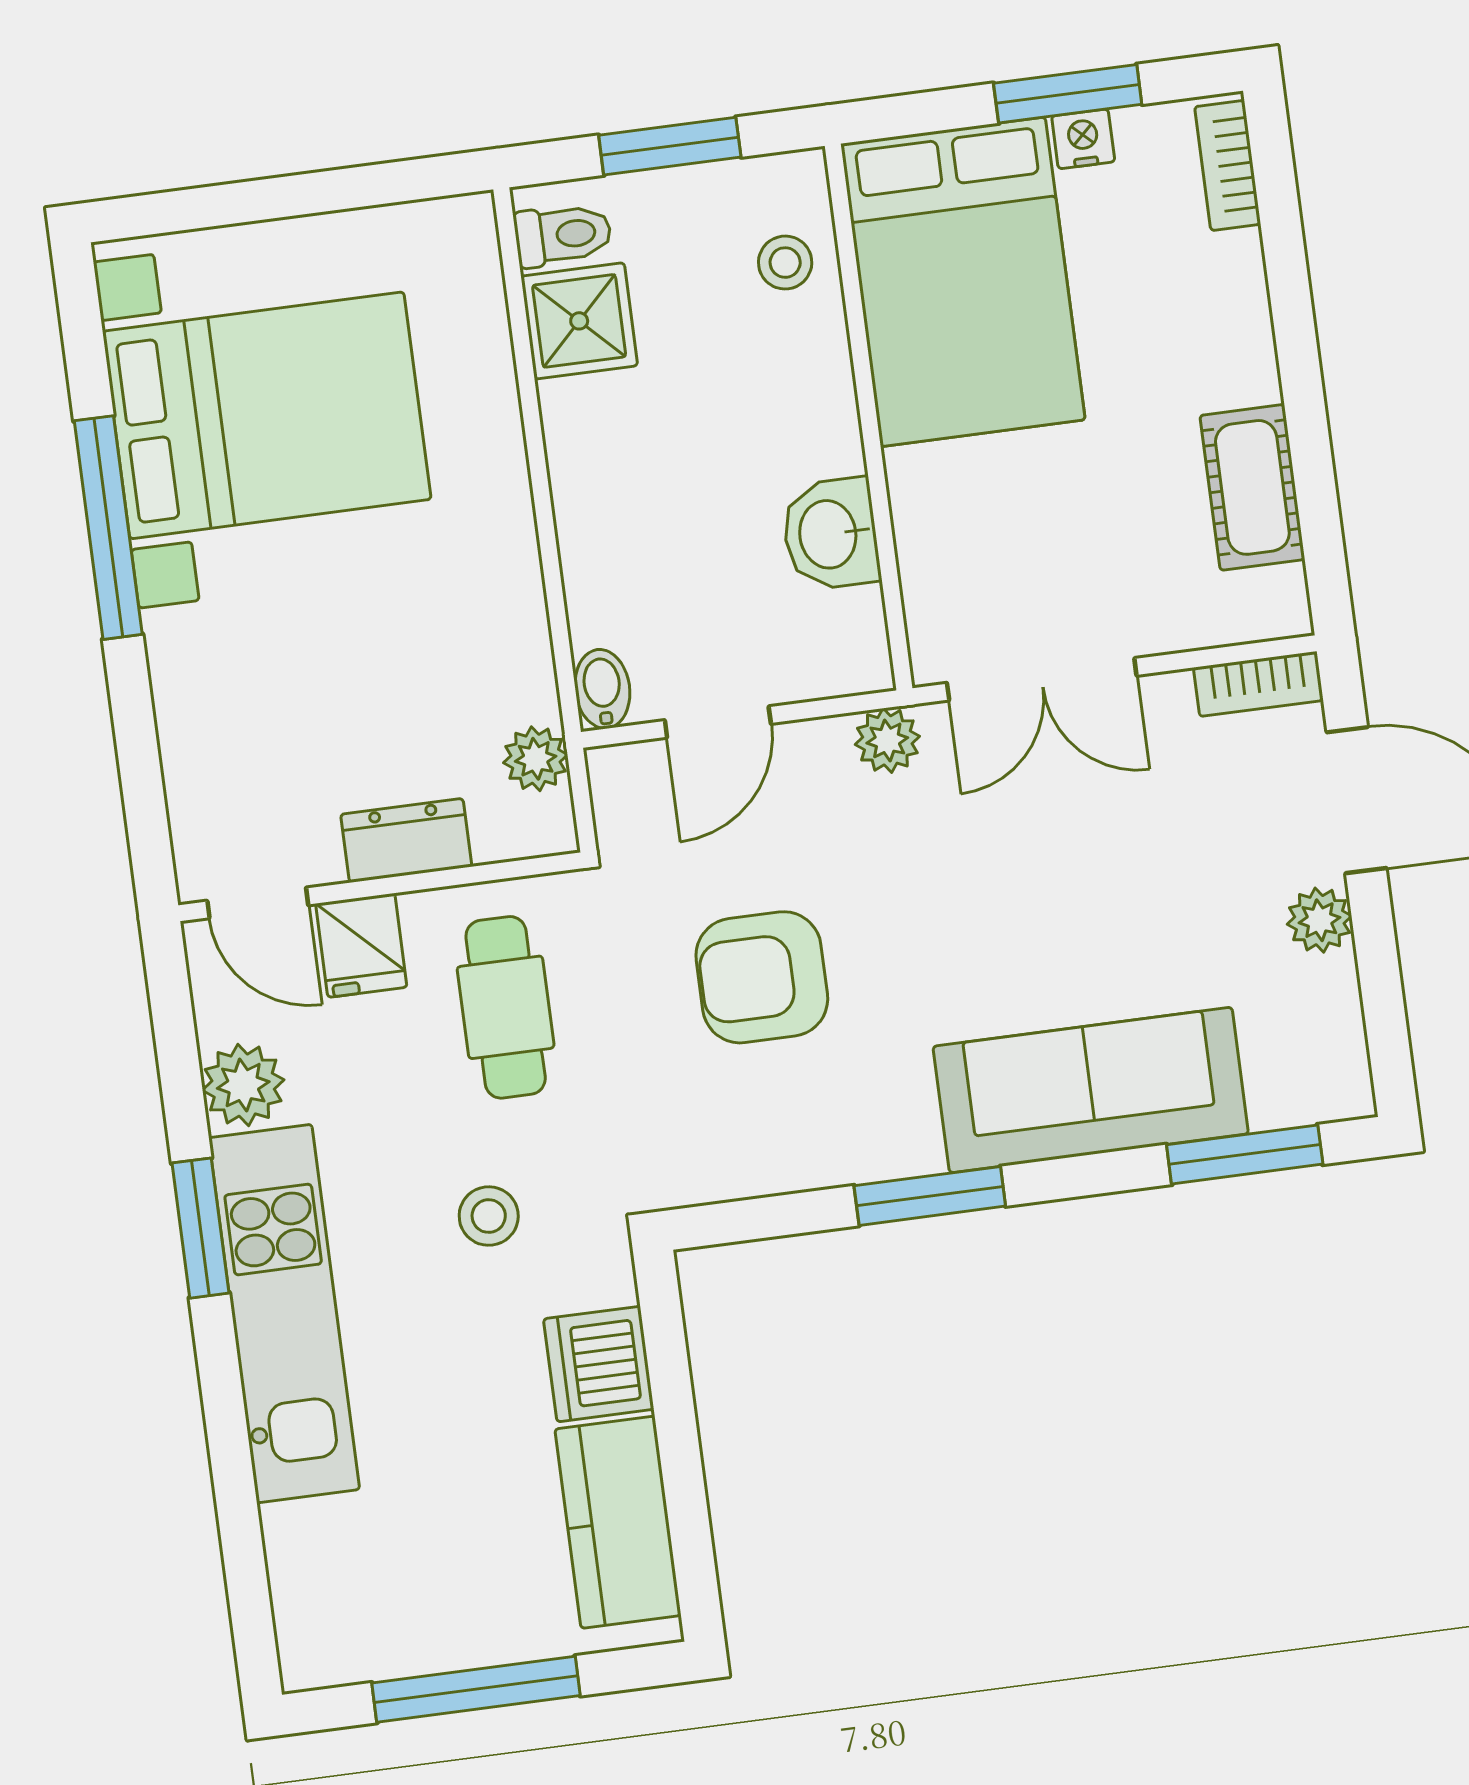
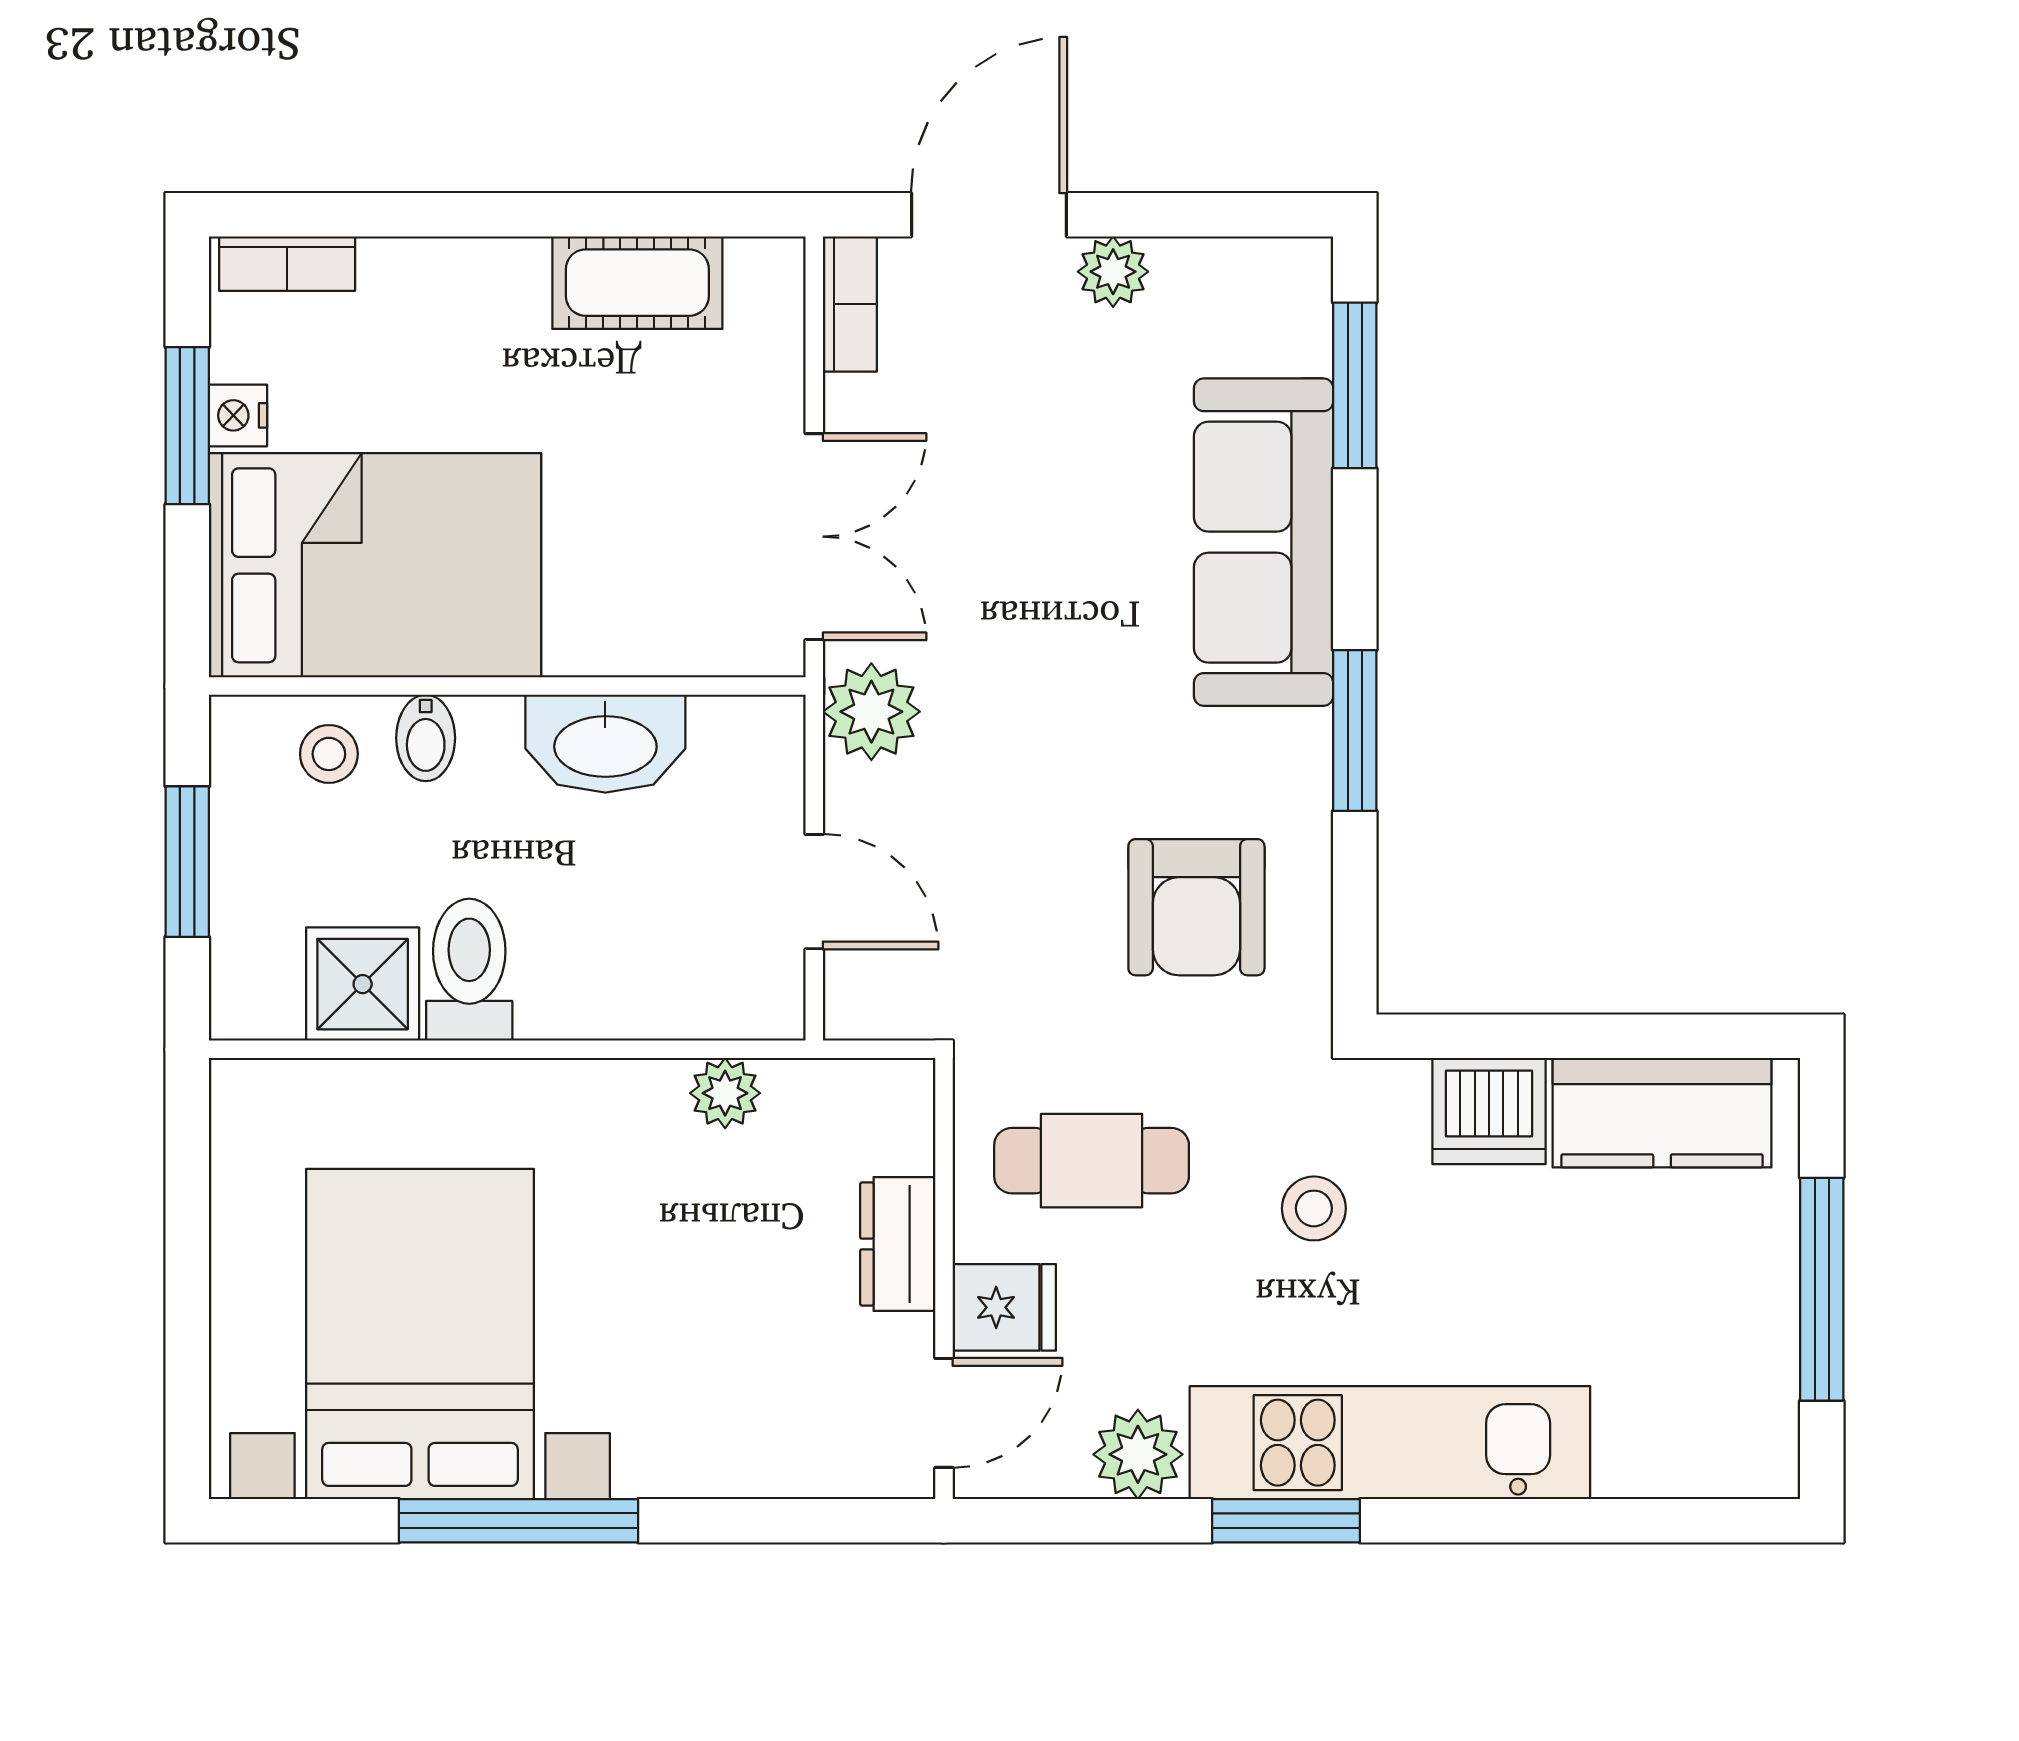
toilet: (563, 235) -> (469, 970), moved, width x1.37, depth x1.39
washbasin: (830, 534) -> (605, 744), width x1.38
bidet: (602, 689) -> (426, 738), moved, turned -90
plant: (887, 740) -> (871, 712), width x1.38, depth x1.38
plant: (536, 759) -> (725, 1093), moved
armchair: (762, 977) -> (1196, 907), moved

